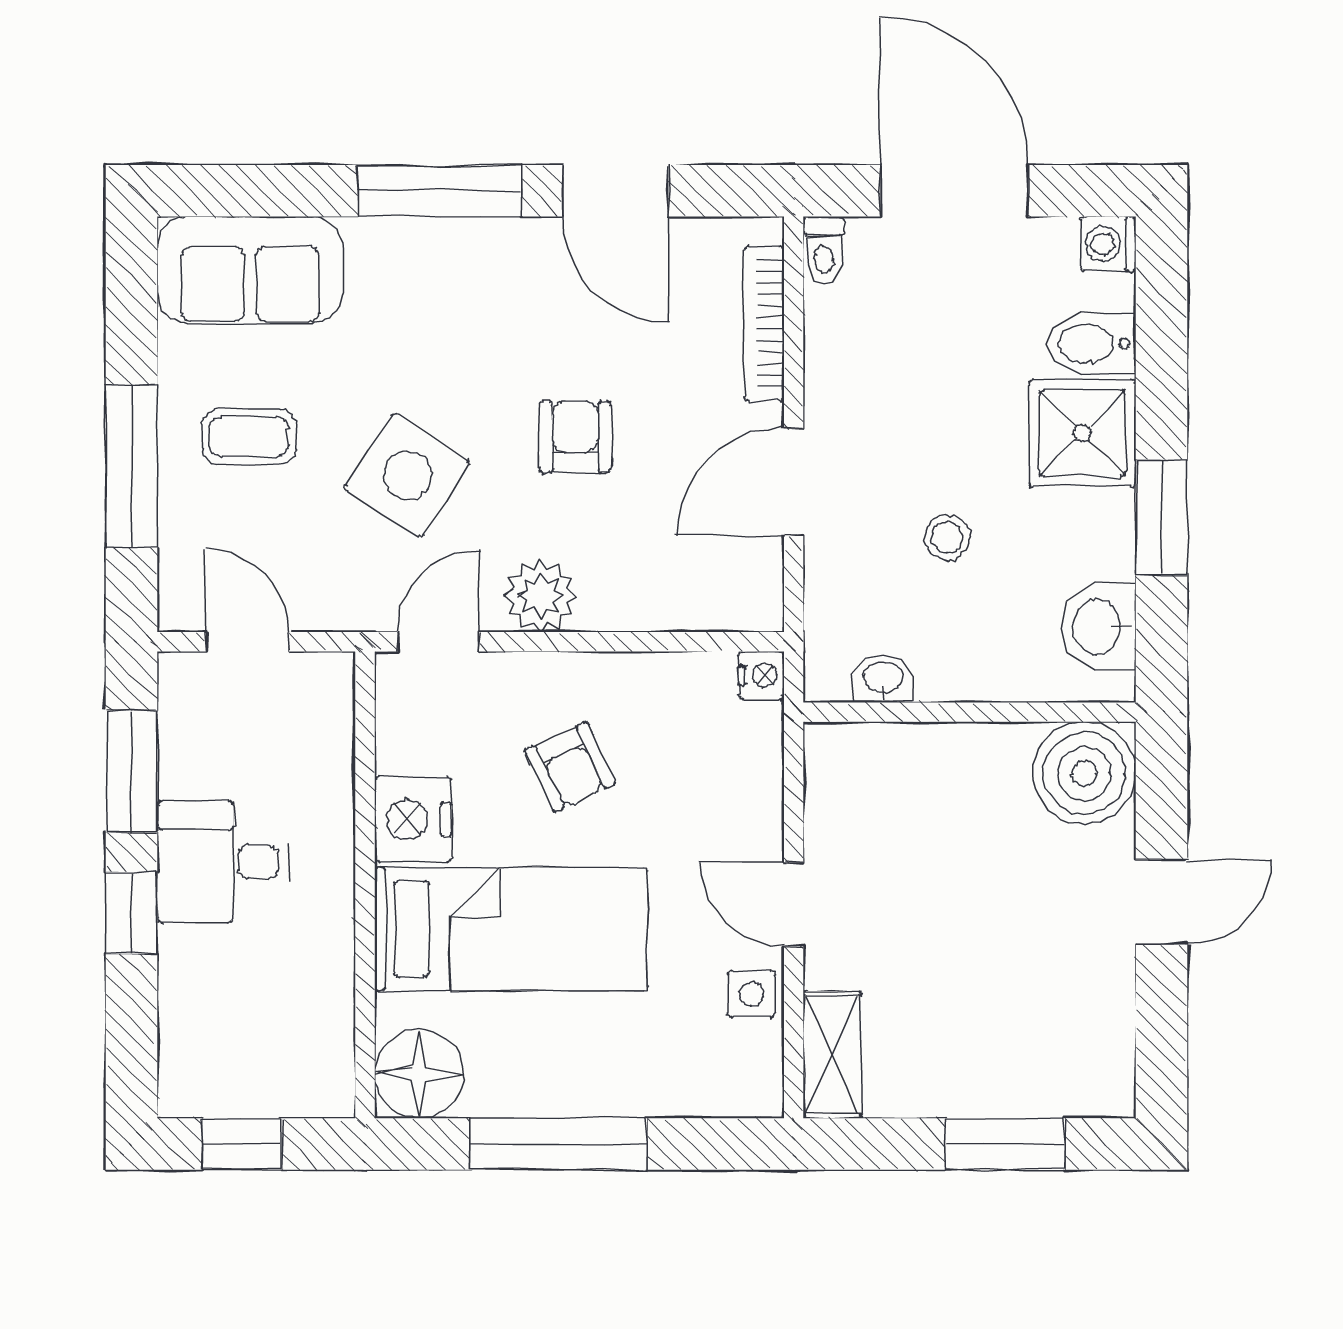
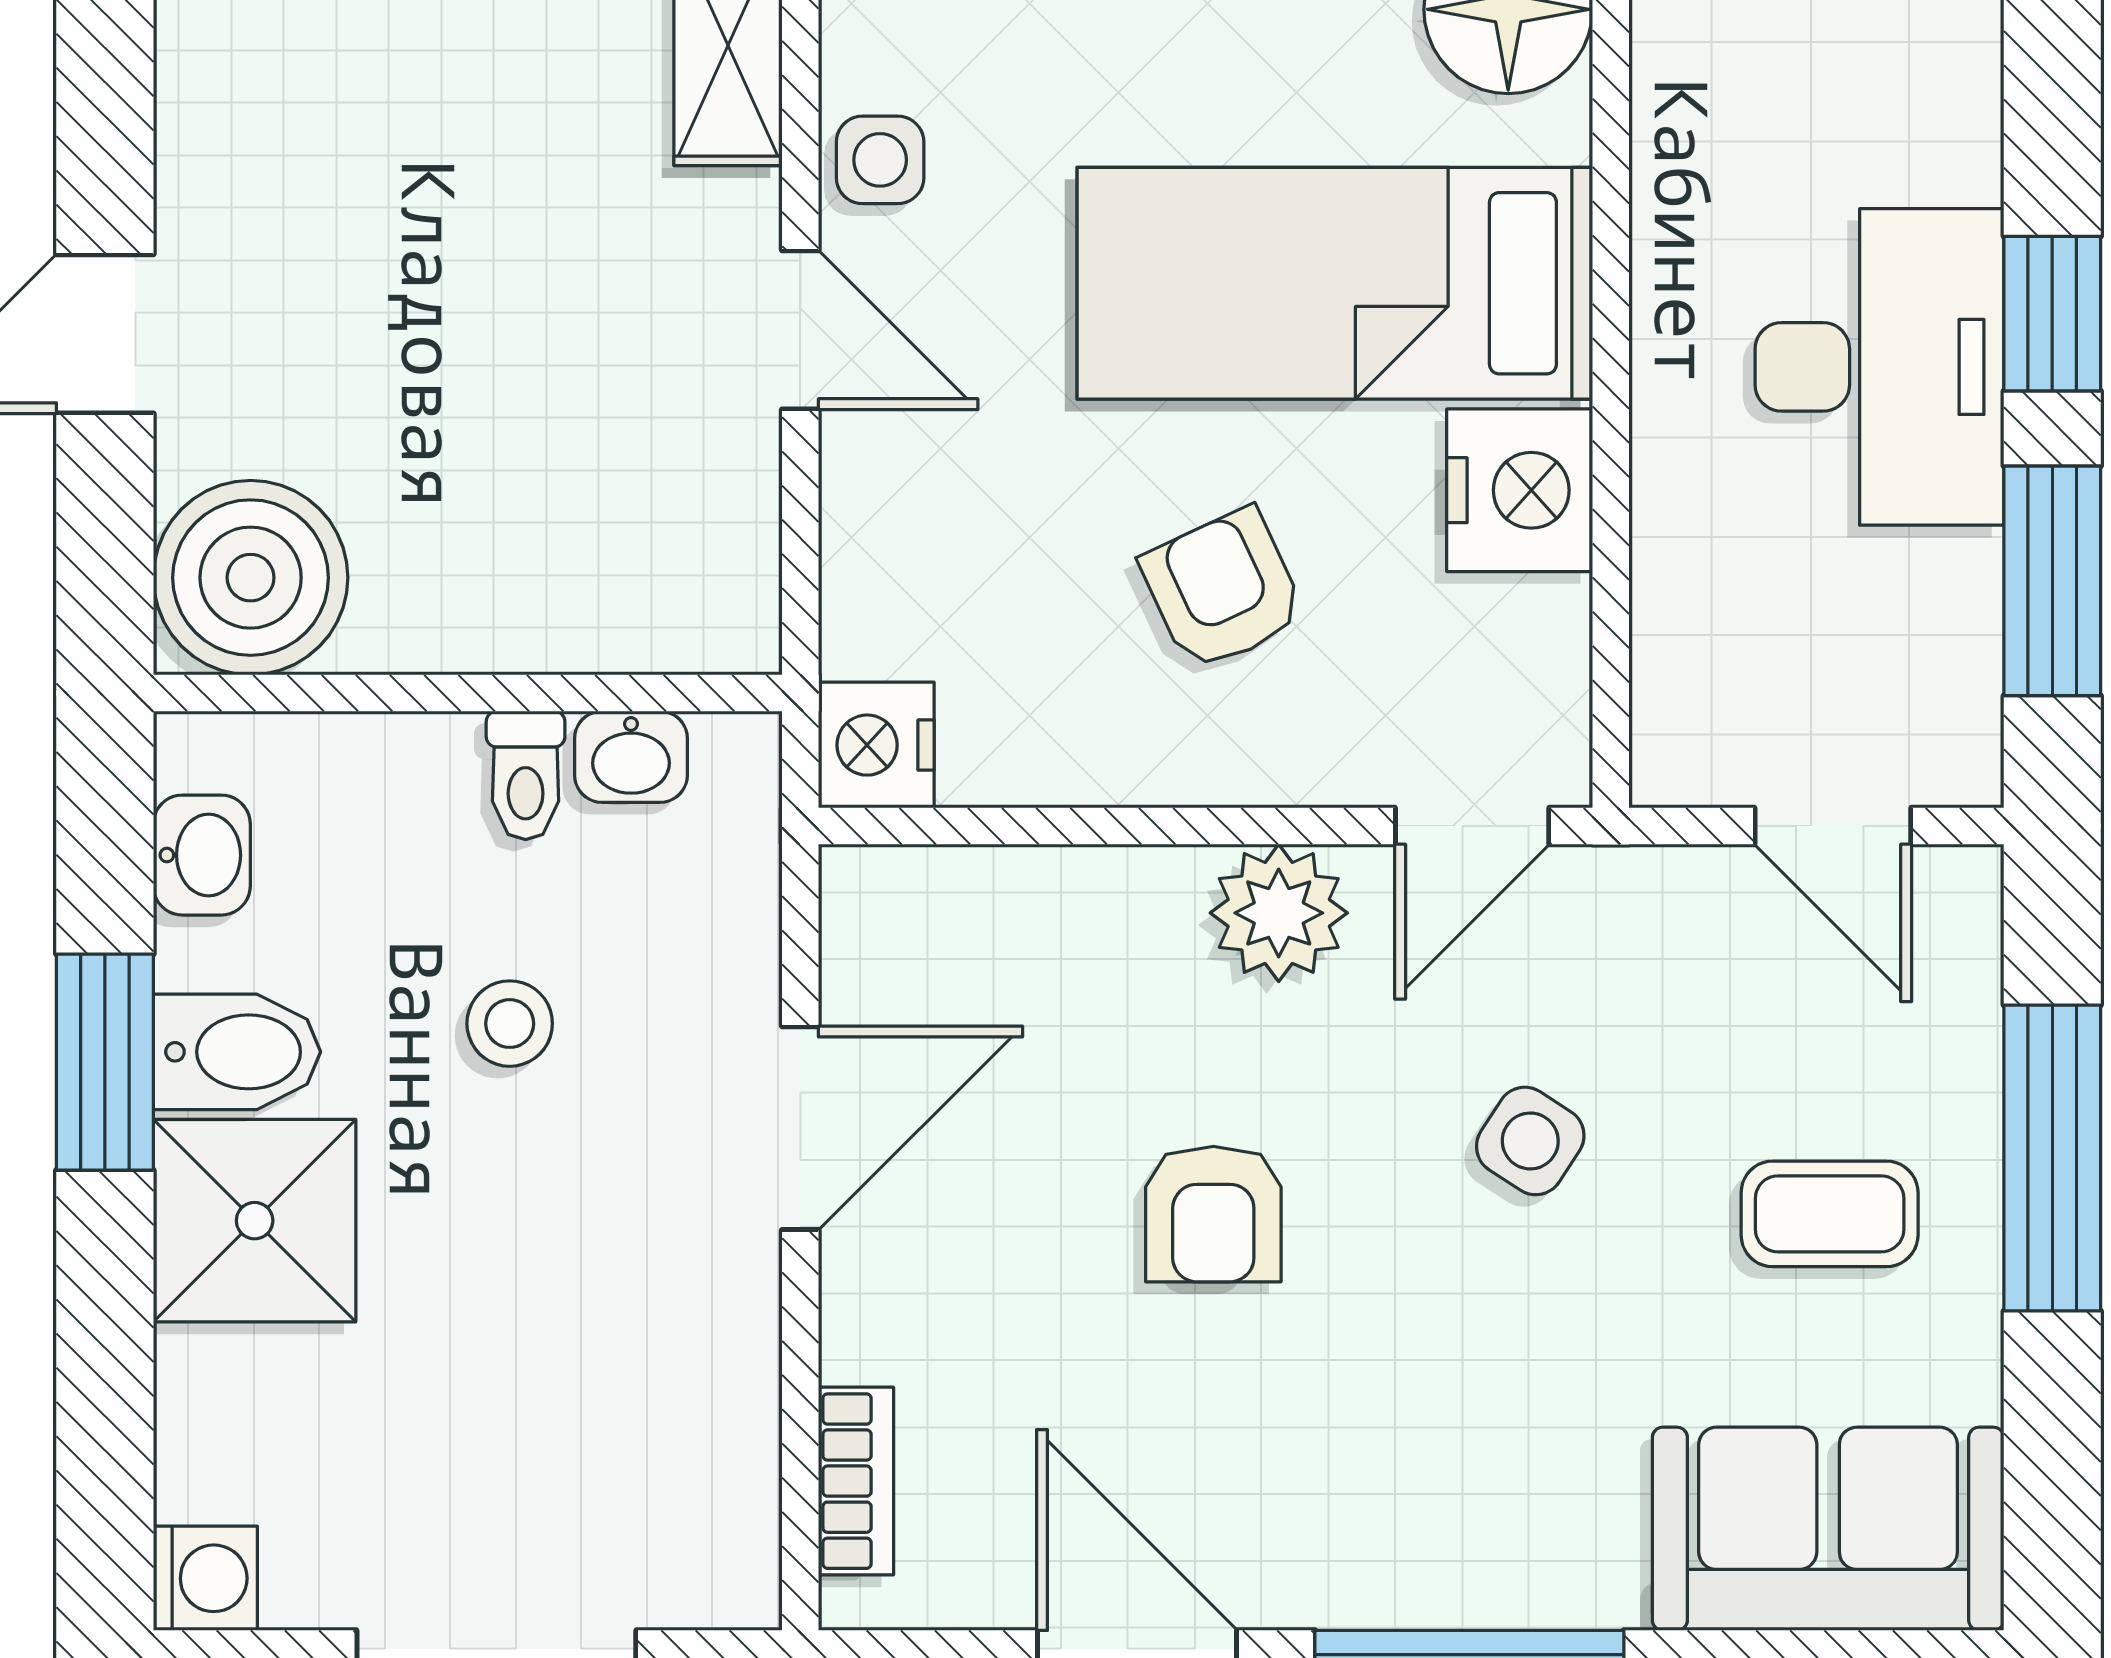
toilet: (824, 250) -> (526, 775), moved, turned 180
bookcase: (764, 323) -> (856, 1481), width x0.64
bidet: (1092, 344) -> (237, 1052), moved
side table: (408, 475) -> (1530, 1141), width x0.54, depth x0.54
washbasin: (1099, 626) -> (202, 855), width x0.72, depth x0.69
nightstand: (761, 675) -> (876, 745), width x1.39, depth x1.35
desk: (223, 862) -> (1879, 367), width x1.37

